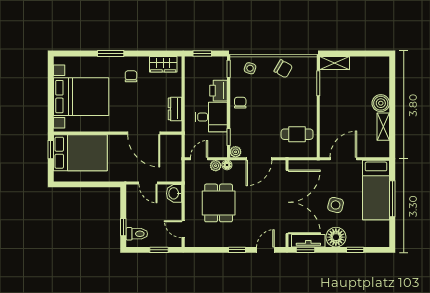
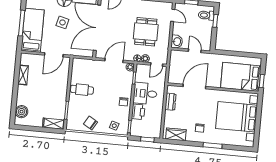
boiler: (381, 103) -> (22, 112), moved
door: (144, 133) -> (194, 87), hinge flipped
cafe table: (297, 134) -> (82, 90), moved

